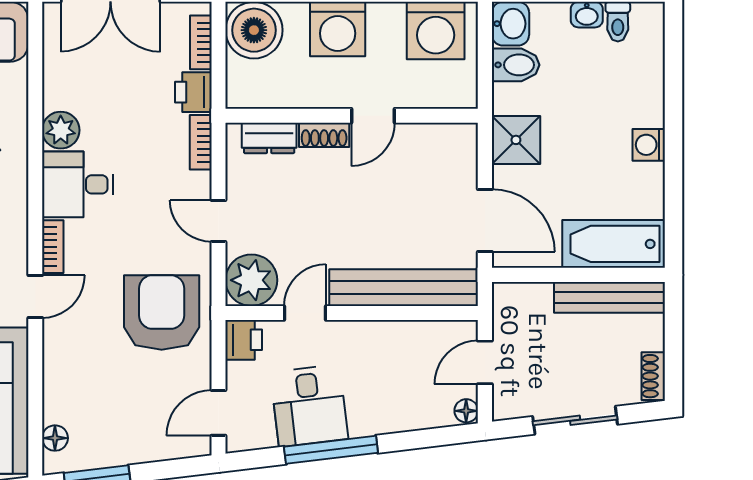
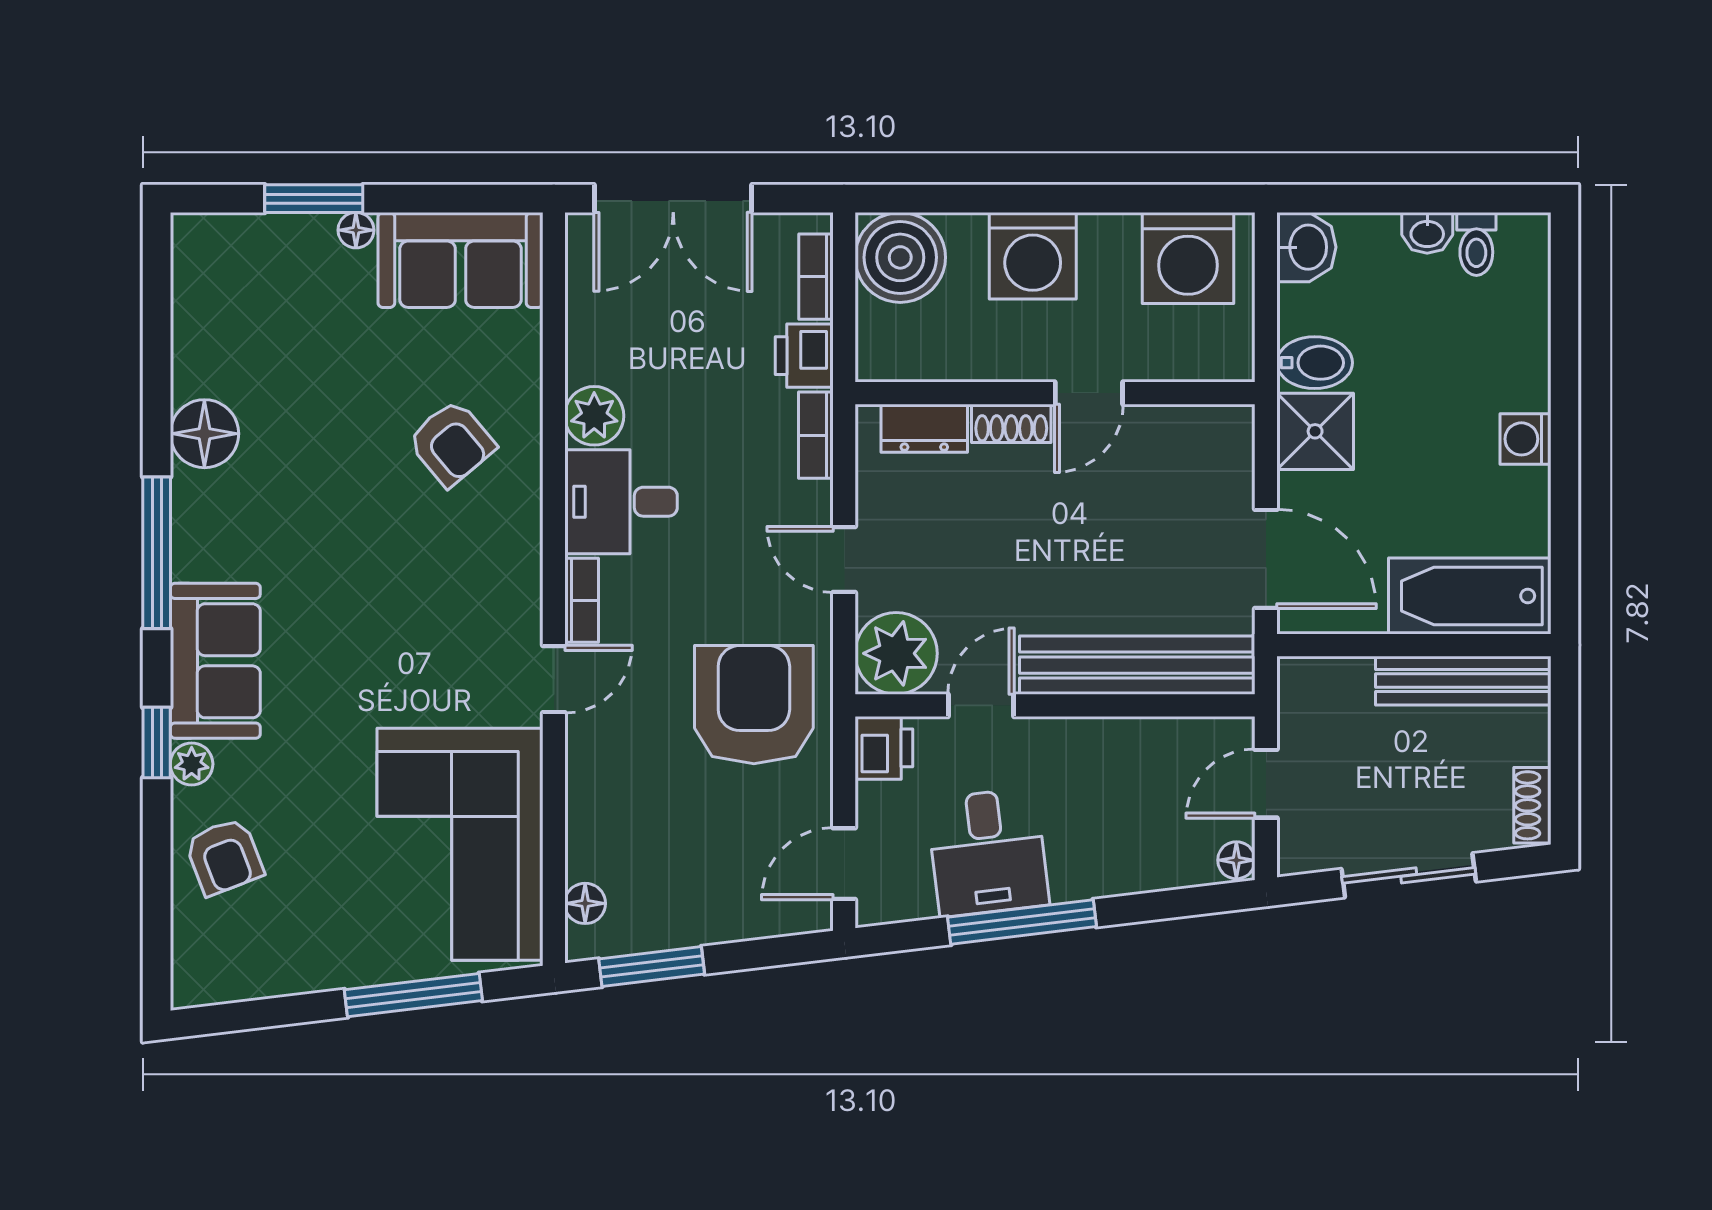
bidet: (516, 65) -> (1315, 363), moved

